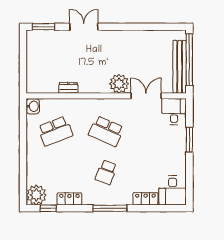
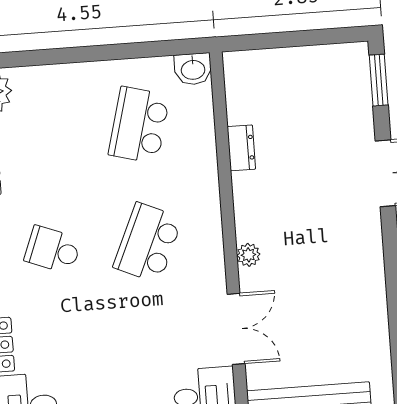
plant: (119, 84) -> (248, 255), width x0.53, depth x0.53
school desk: (55, 131) -> (139, 125), turned 36

